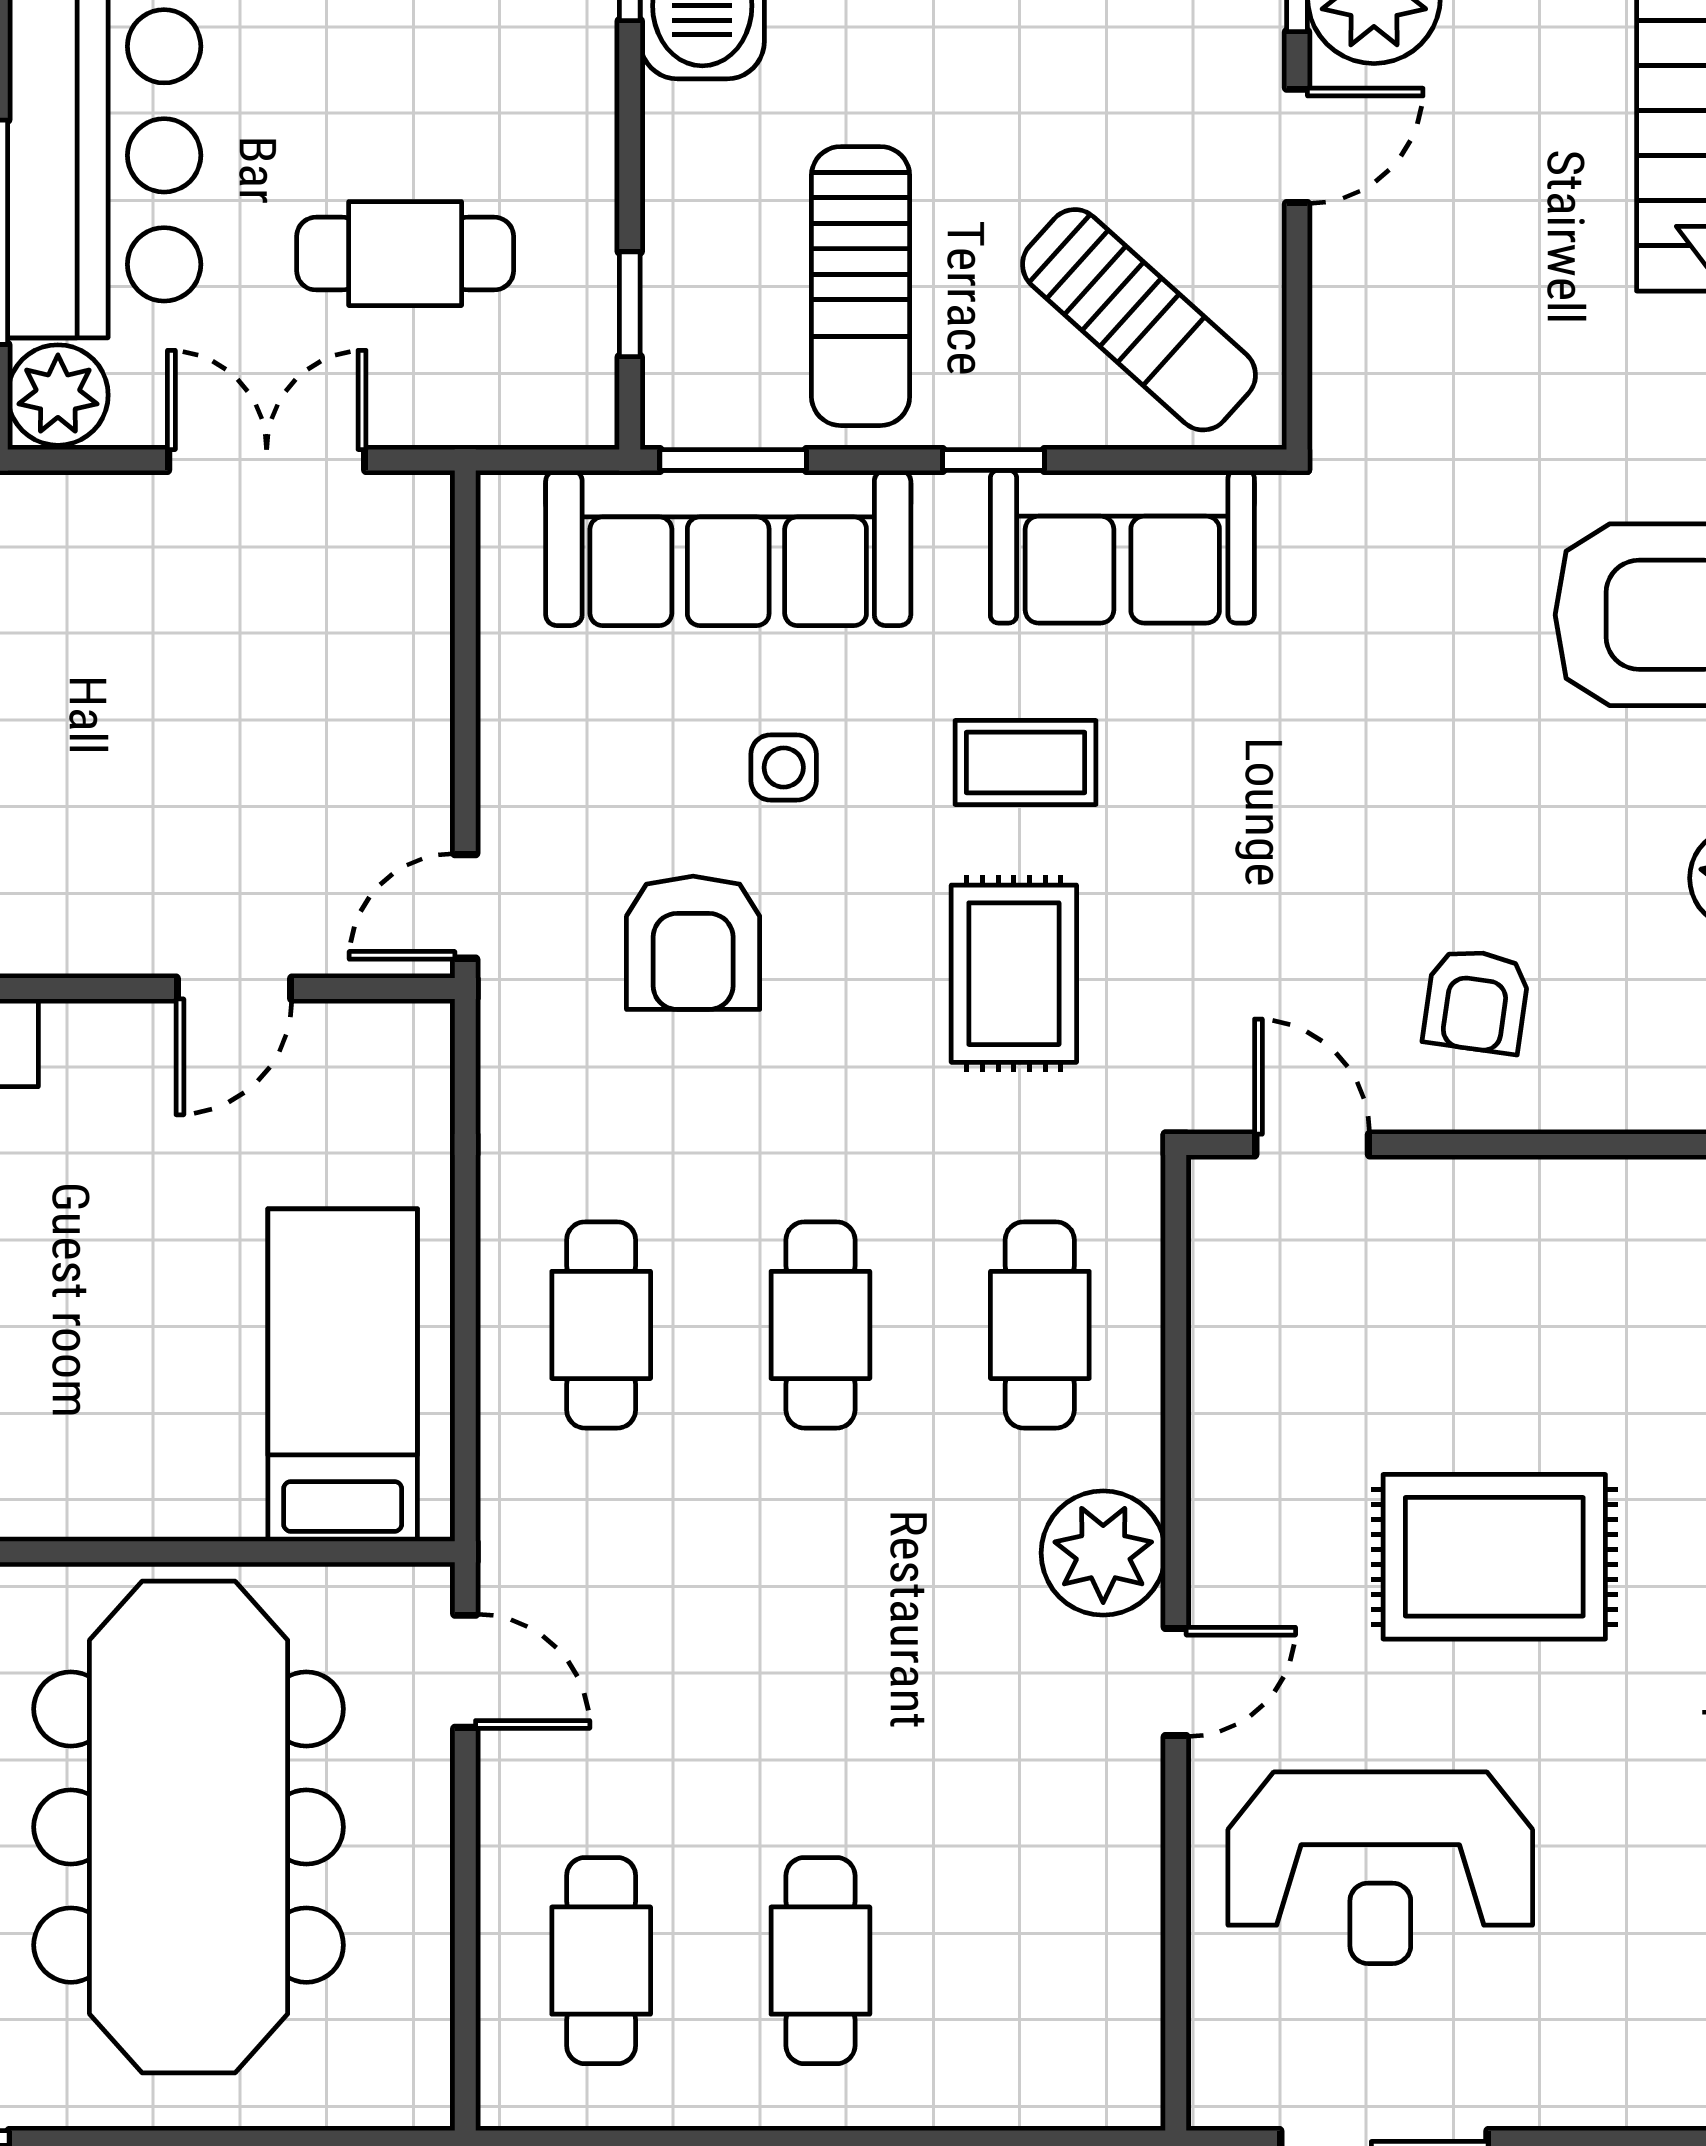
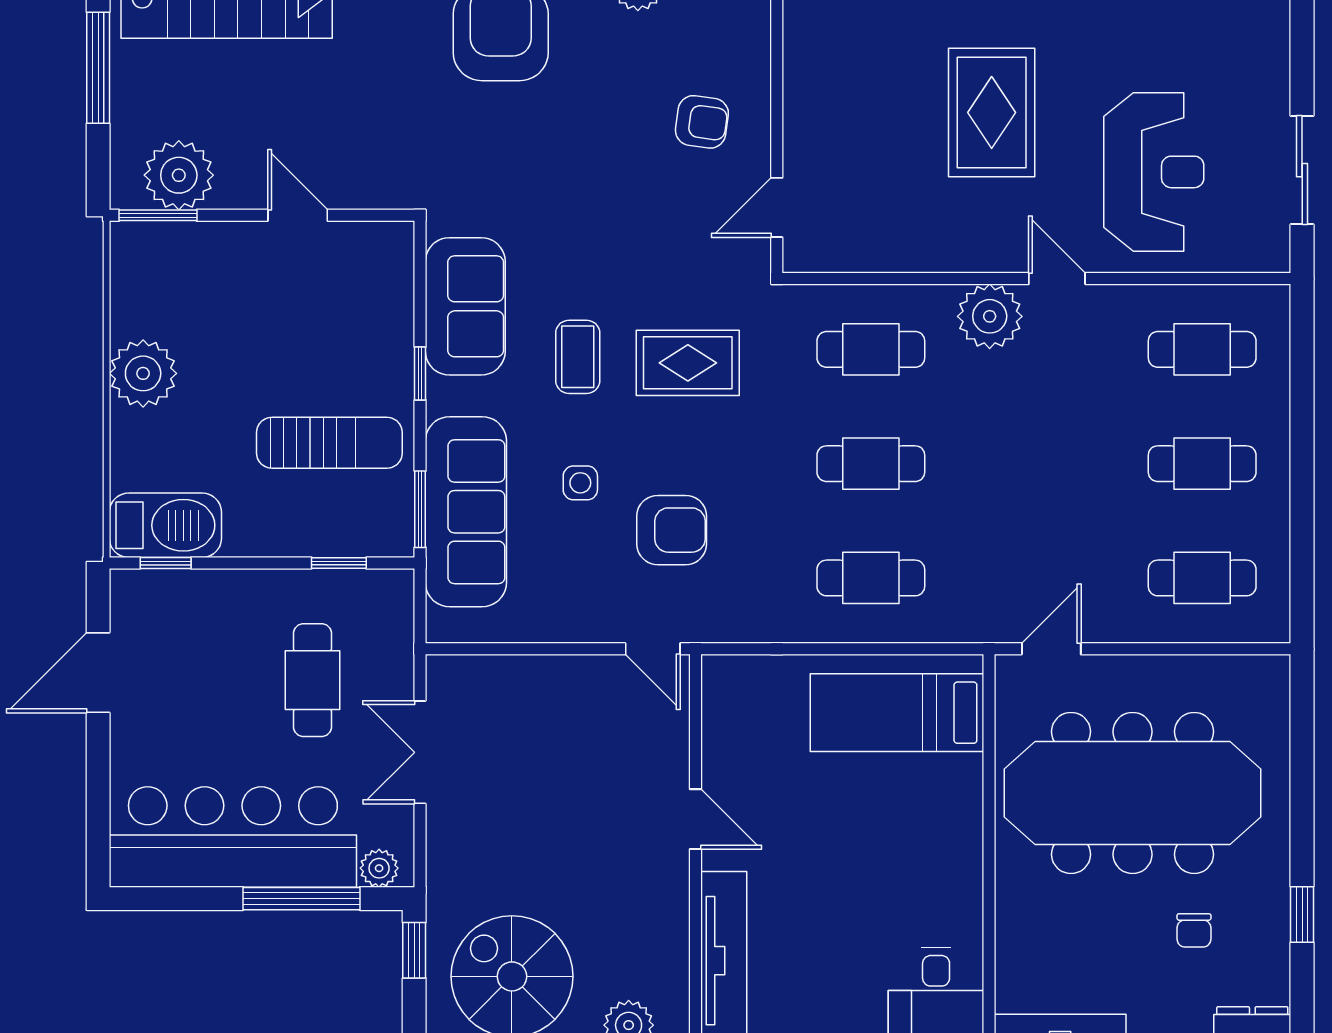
door: (1297, 146) -> (298, 215), moved
sun lounger: (1139, 320) -> (347, 298), removed
plant: (58, 395) -> (379, 868), width x0.73, depth x0.73
door: (234, 989) -> (696, 819), moved
cafe table: (1040, 1961) -> (1202, 349), added

